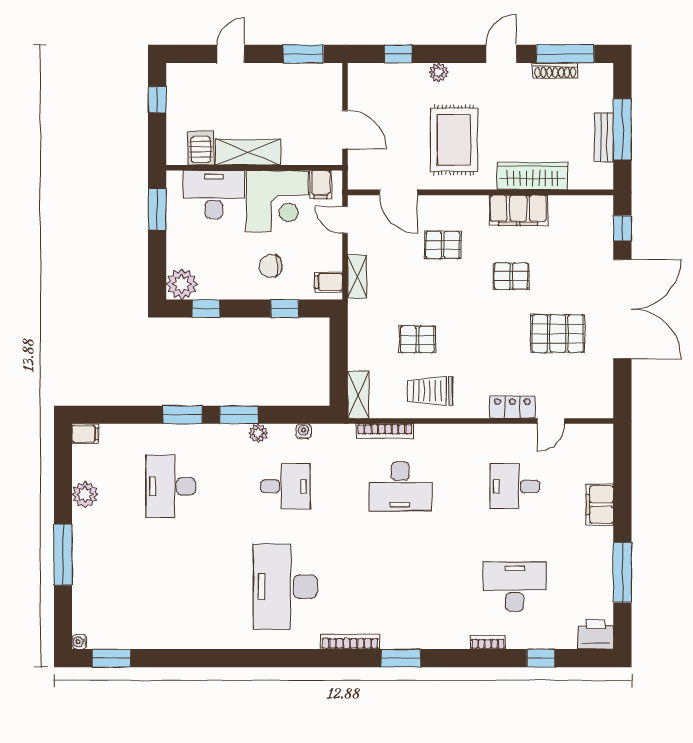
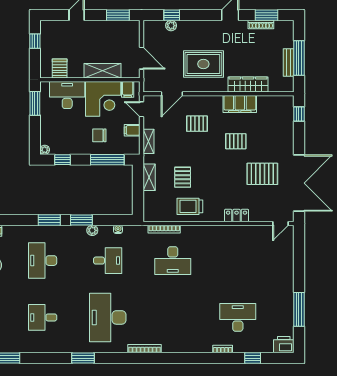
window: (565, 54) -> (266, 15), width x0.69
plant: (439, 72) -> (171, 26), moved
rug: (454, 140) -> (203, 64), turned 90
shelving: (248, 152) -> (103, 71), moved
door: (399, 192) -> (172, 94), hinge flipped
filing cabinet: (328, 282) -> (132, 130), moved
plant: (182, 284) -> (45, 150), width x0.53, depth x0.53
window: (285, 309) -> (107, 160), width x2.17
double door: (622, 309) -> (299, 183), moved
pallet: (417, 340) -> (183, 177), turned 90
shelving: (358, 395) -> (149, 177), moved
door: (551, 421) -> (280, 223), moved
desk: (515, 486) -> (43, 317), moved
filing cabinet: (600, 505) -> (286, 271), removed
window: (401, 658) -> (83, 358), moved

